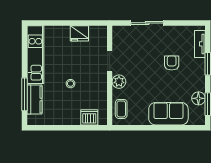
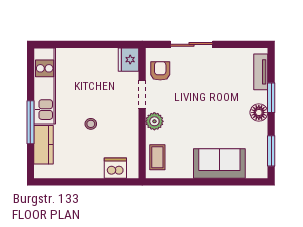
fridge: (79, 33) -> (129, 60), moved, turned 90
armchair: (172, 63) -> (160, 71), moved
window: (25, 94) -> (30, 122), moved
floor lamp: (198, 98) -> (259, 113), moved

